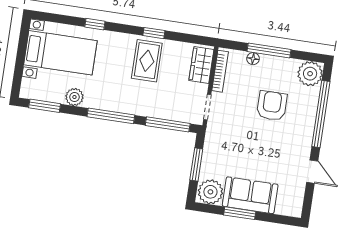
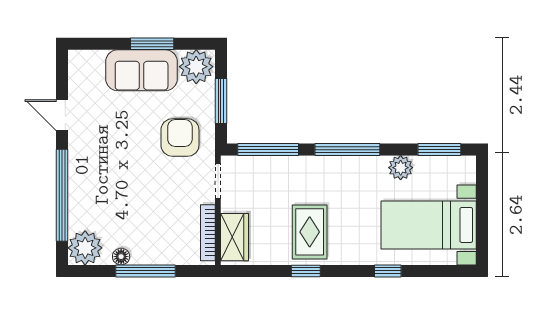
floor lamp: (253, 59) -> (121, 257), moved
armchair: (272, 106) -> (180, 138), moved, turned 180

